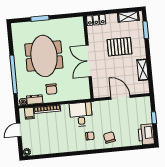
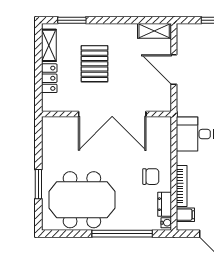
locker: (96, 20) -> (49, 78), moved
meeting table: (44, 56) -> (82, 200), moved
double door: (89, 61) -> (112, 114), width x1.36
shelving: (143, 70) -> (154, 31), moved
door: (121, 97) -> (174, 70), hinge flipped

